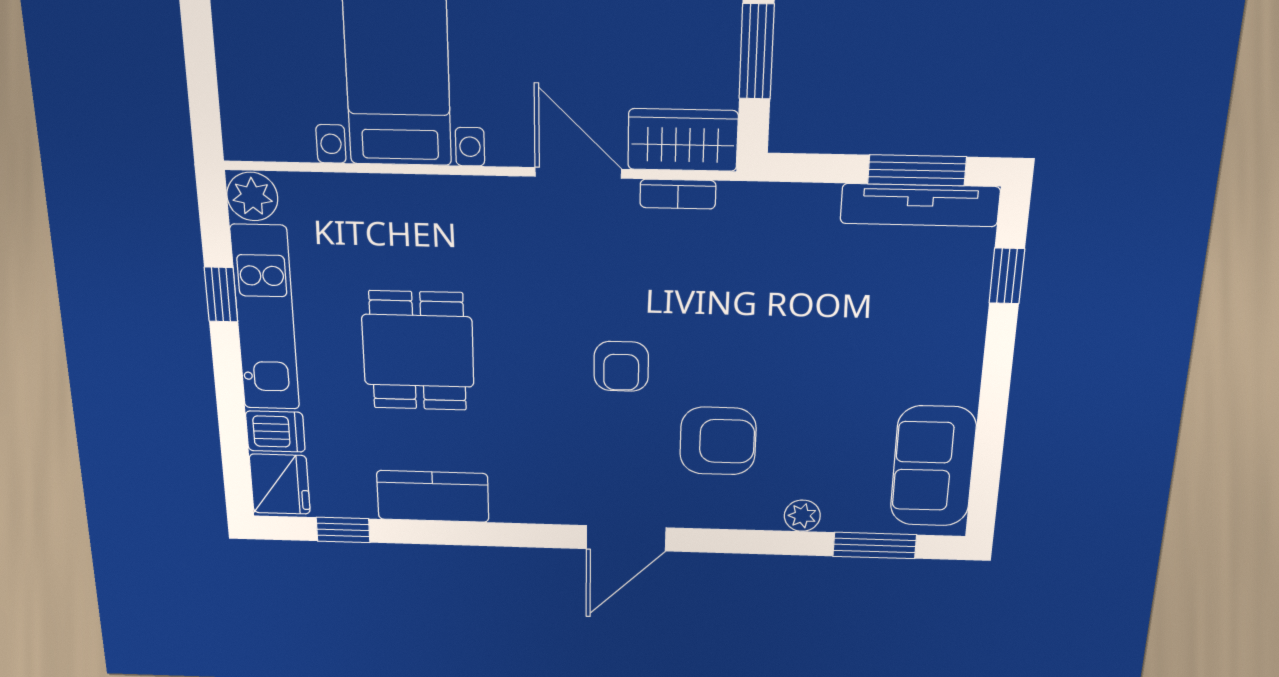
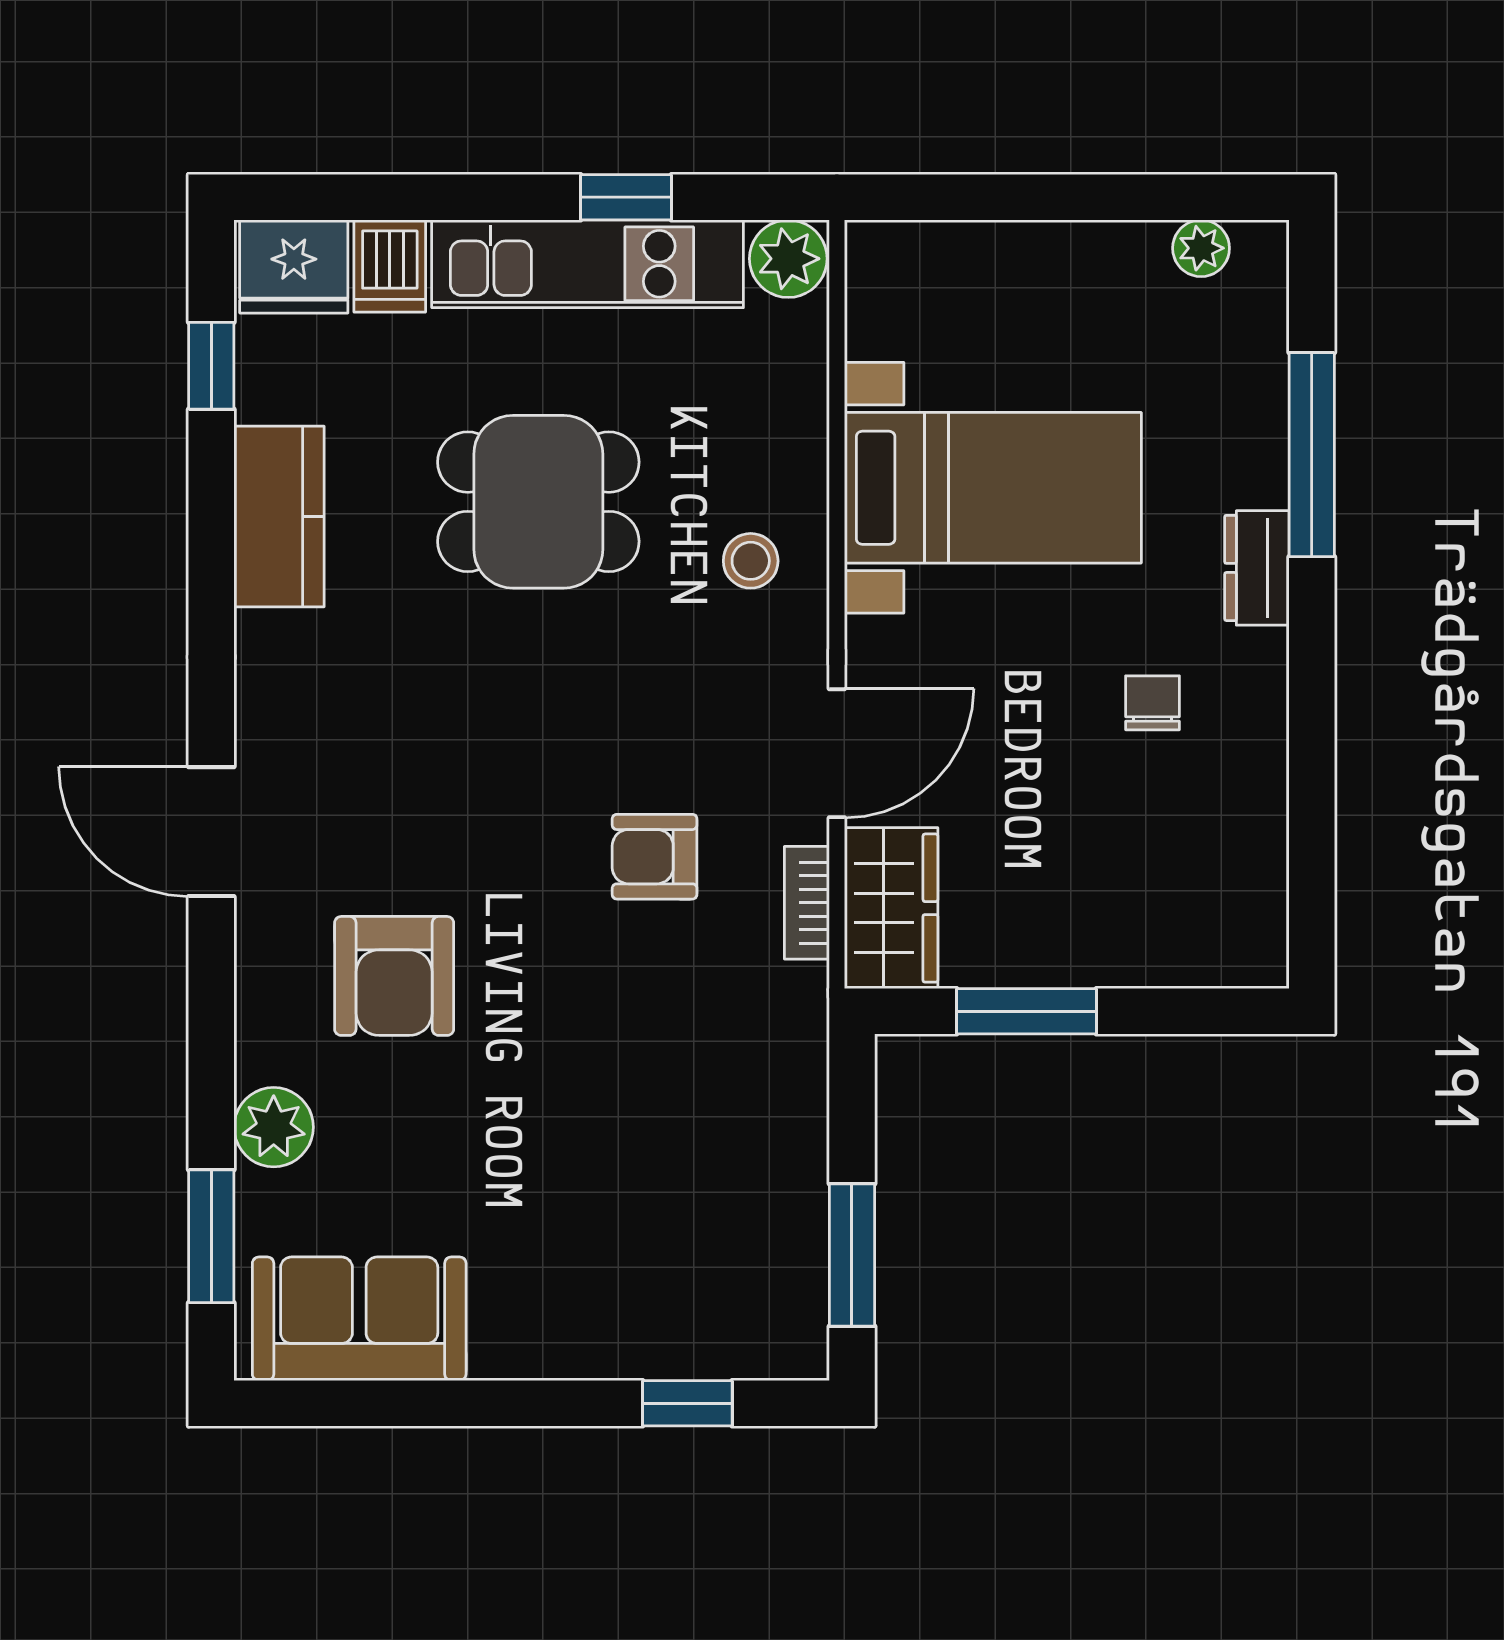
tv unit: (920, 205) -> (798, 1264), removed
stool: (452, 224) -> (751, 561), added
armchair: (621, 366) -> (655, 857), moved
plant: (802, 516) -> (274, 1127), width x1.38, depth x1.38

